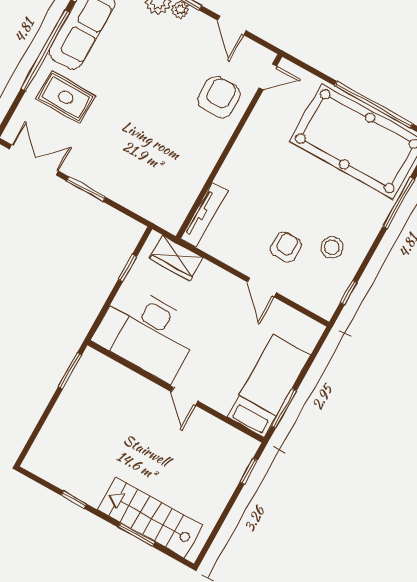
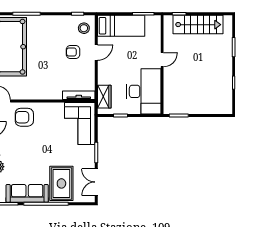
rug: (66, 97) -> (61, 183), width x1.36, depth x1.43
corner sofa: (153, 189) -> (80, 123), added
stool: (332, 247) -> (84, 28), moved
bed: (269, 386) -> (121, 26), moved, turned 180
stairs: (150, 517) -> (198, 25), moved, turned -90

